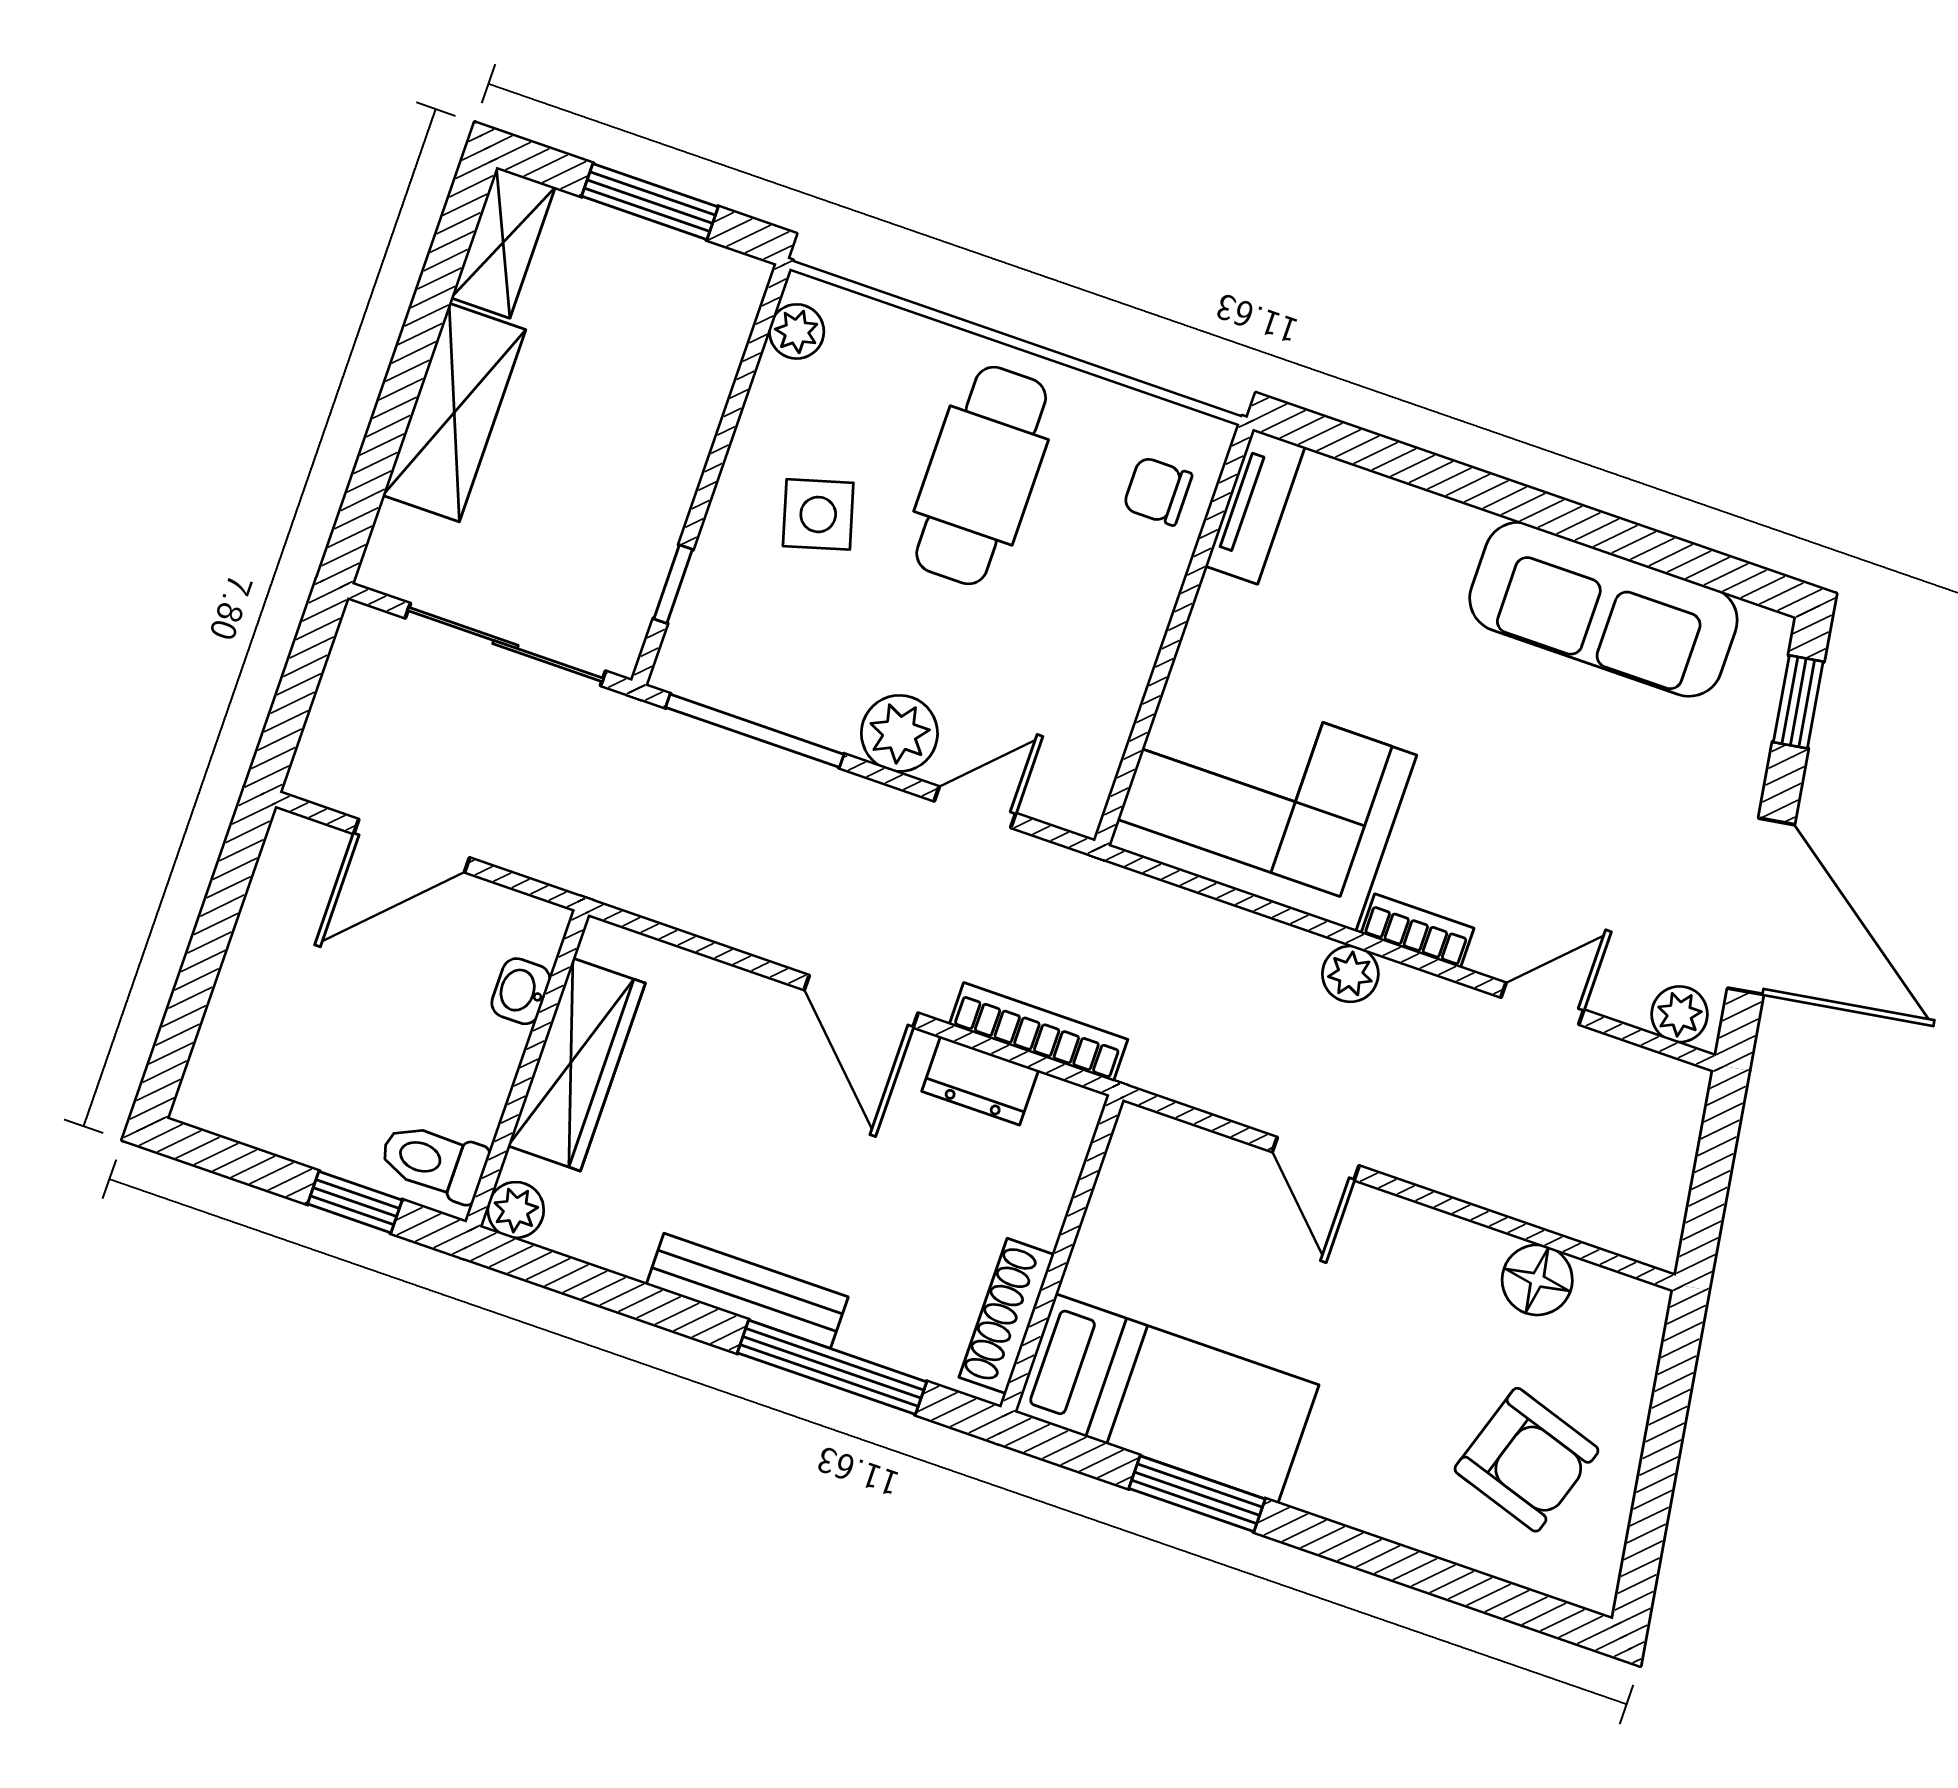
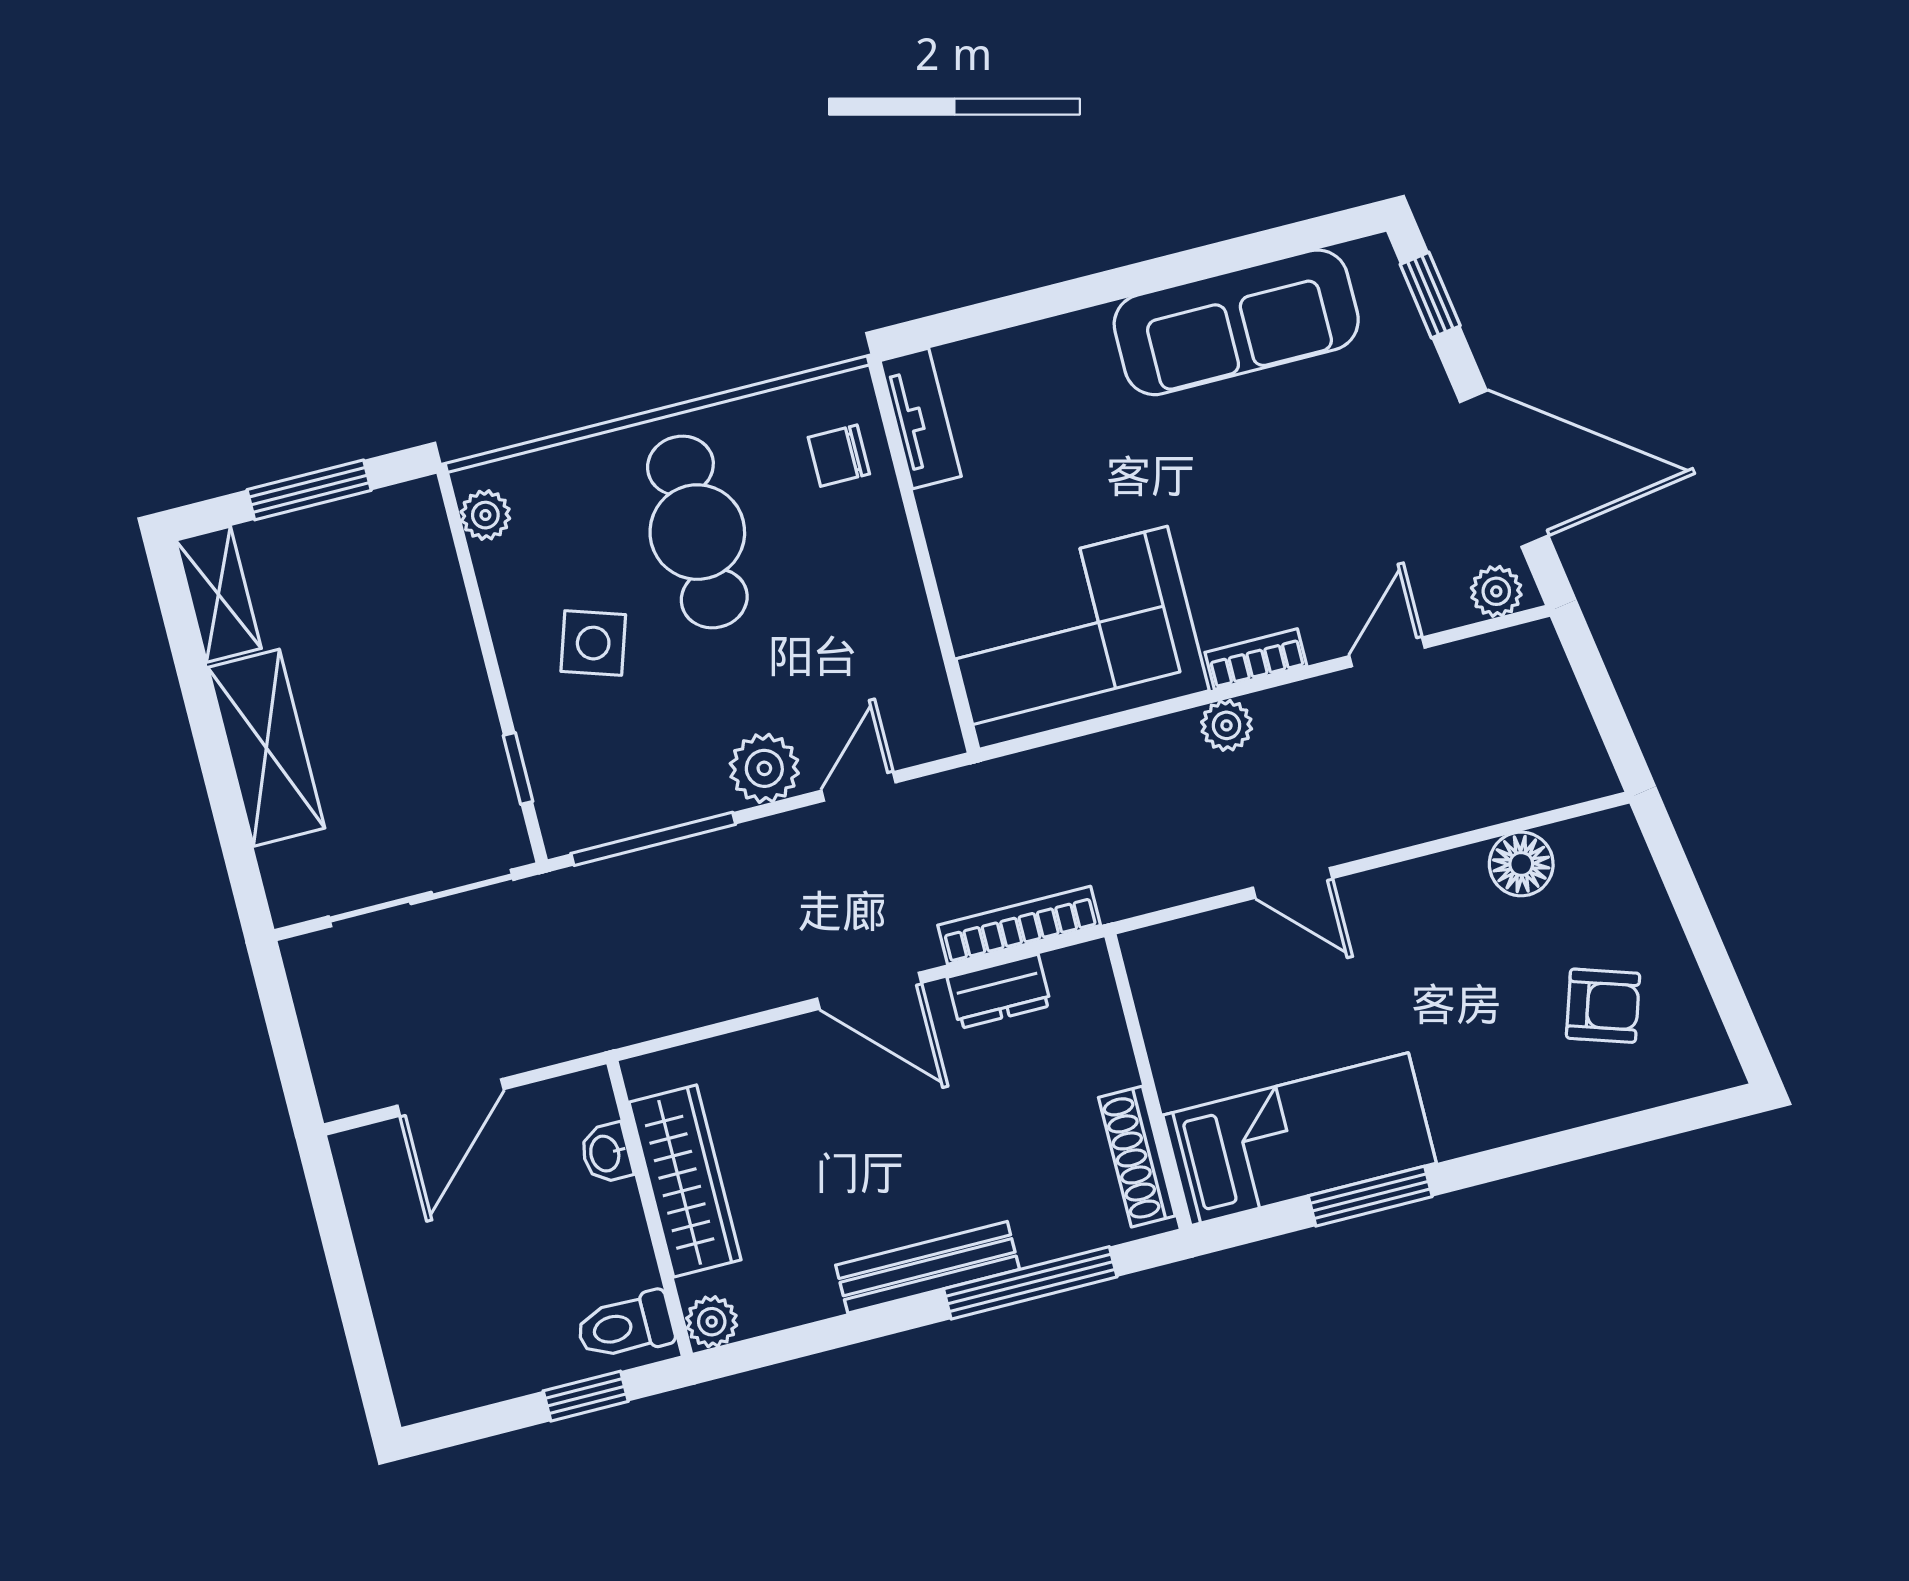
side table: (818, 514) -> (593, 643), turned 34
armchair: (1526, 1460) -> (1603, 1006), width x0.72, depth x0.72

